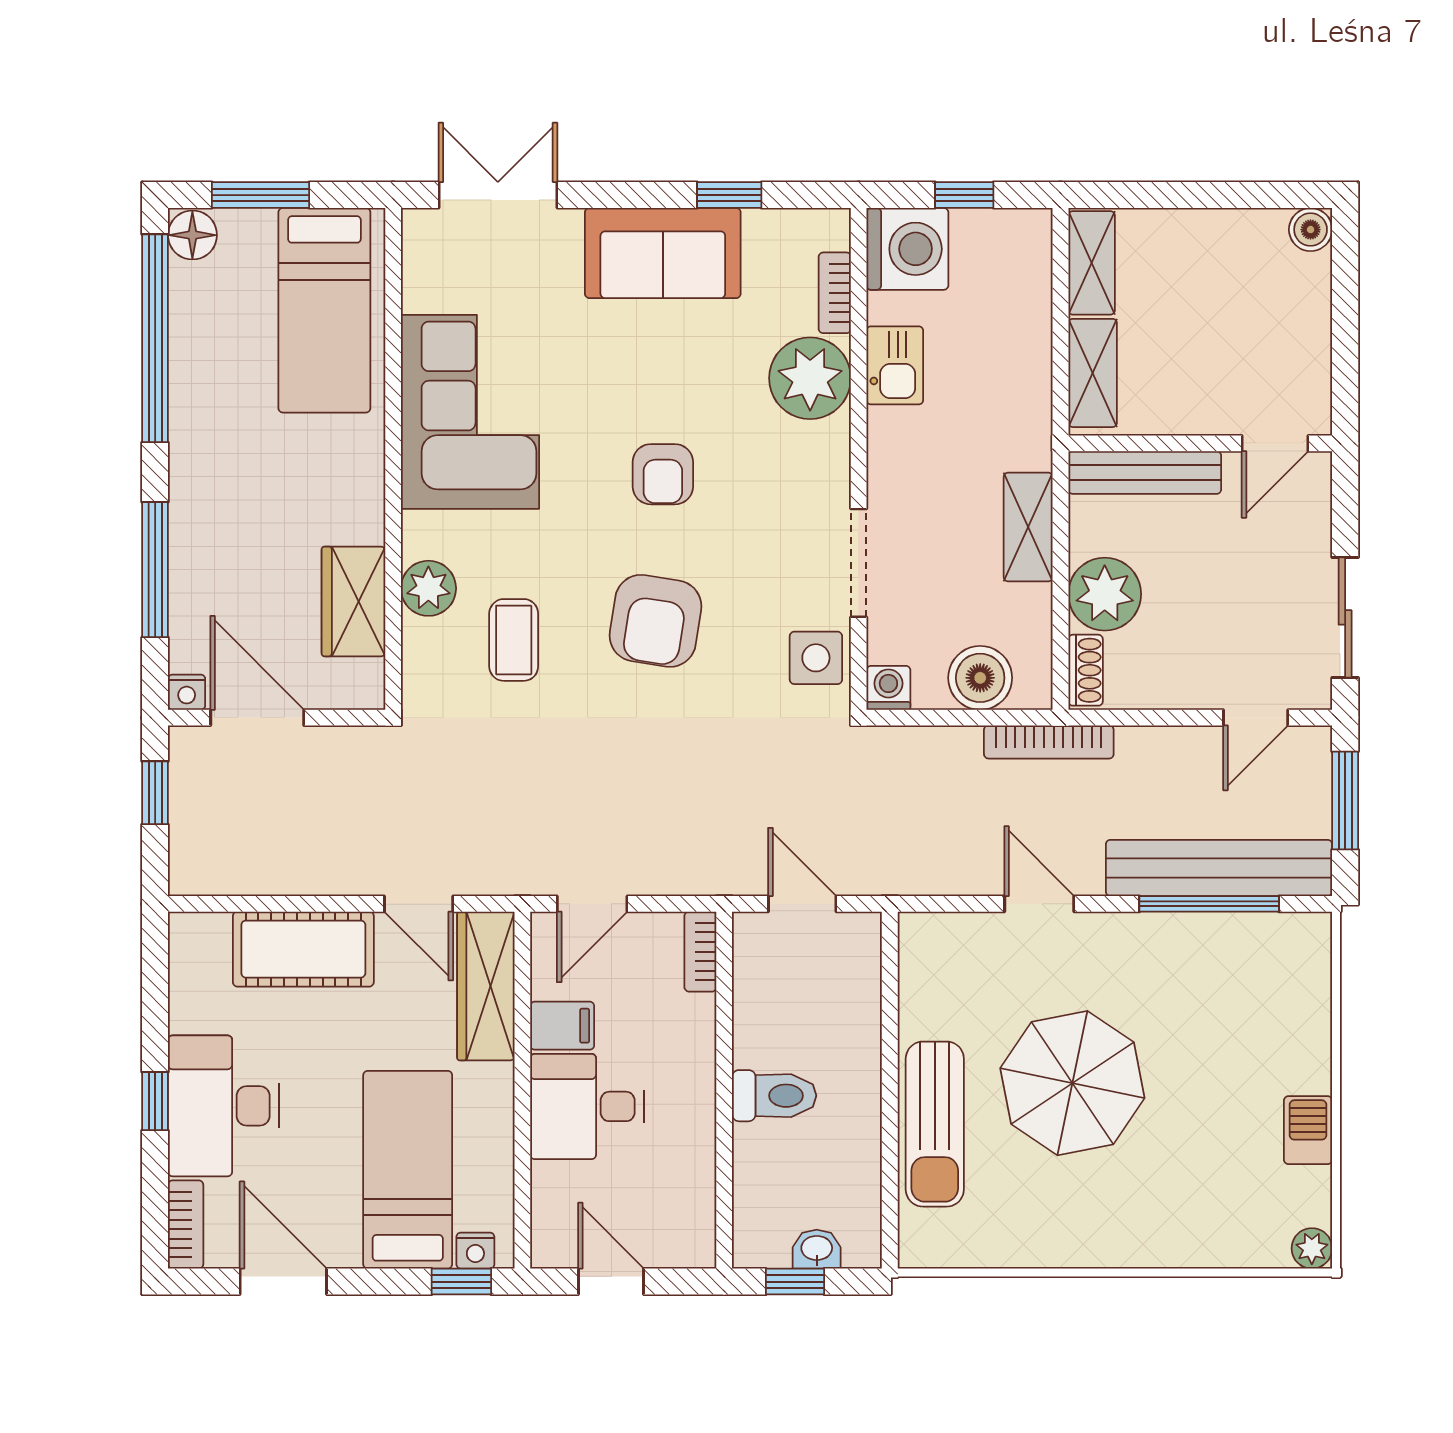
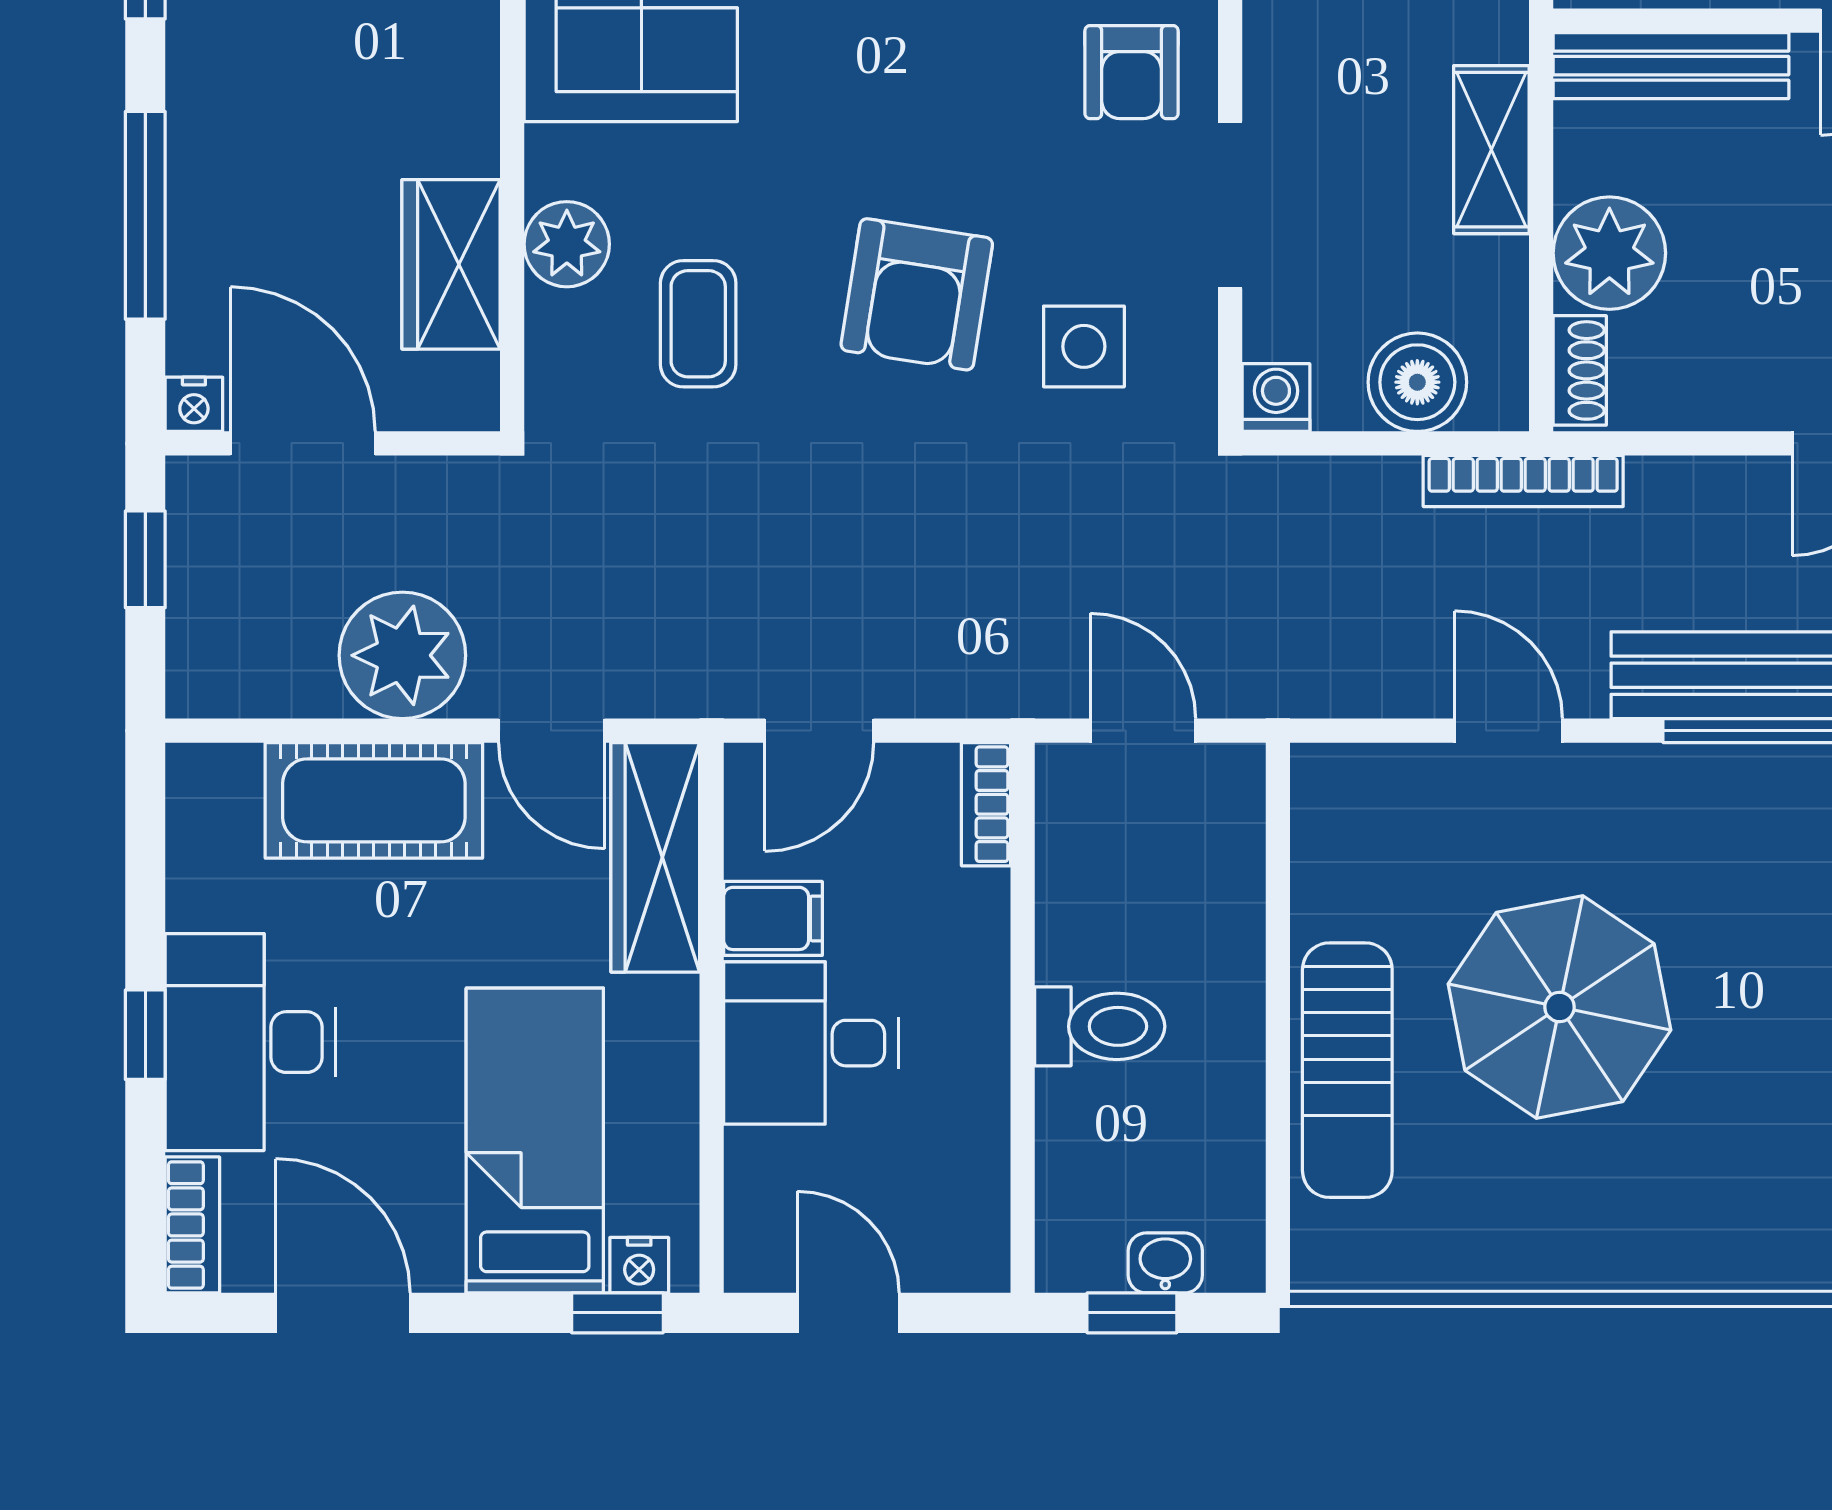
armchair: (663, 474) -> (1132, 72), moved
side table: (816, 658) -> (1084, 346), moved
plant: (322, 855) -> (402, 655), added

